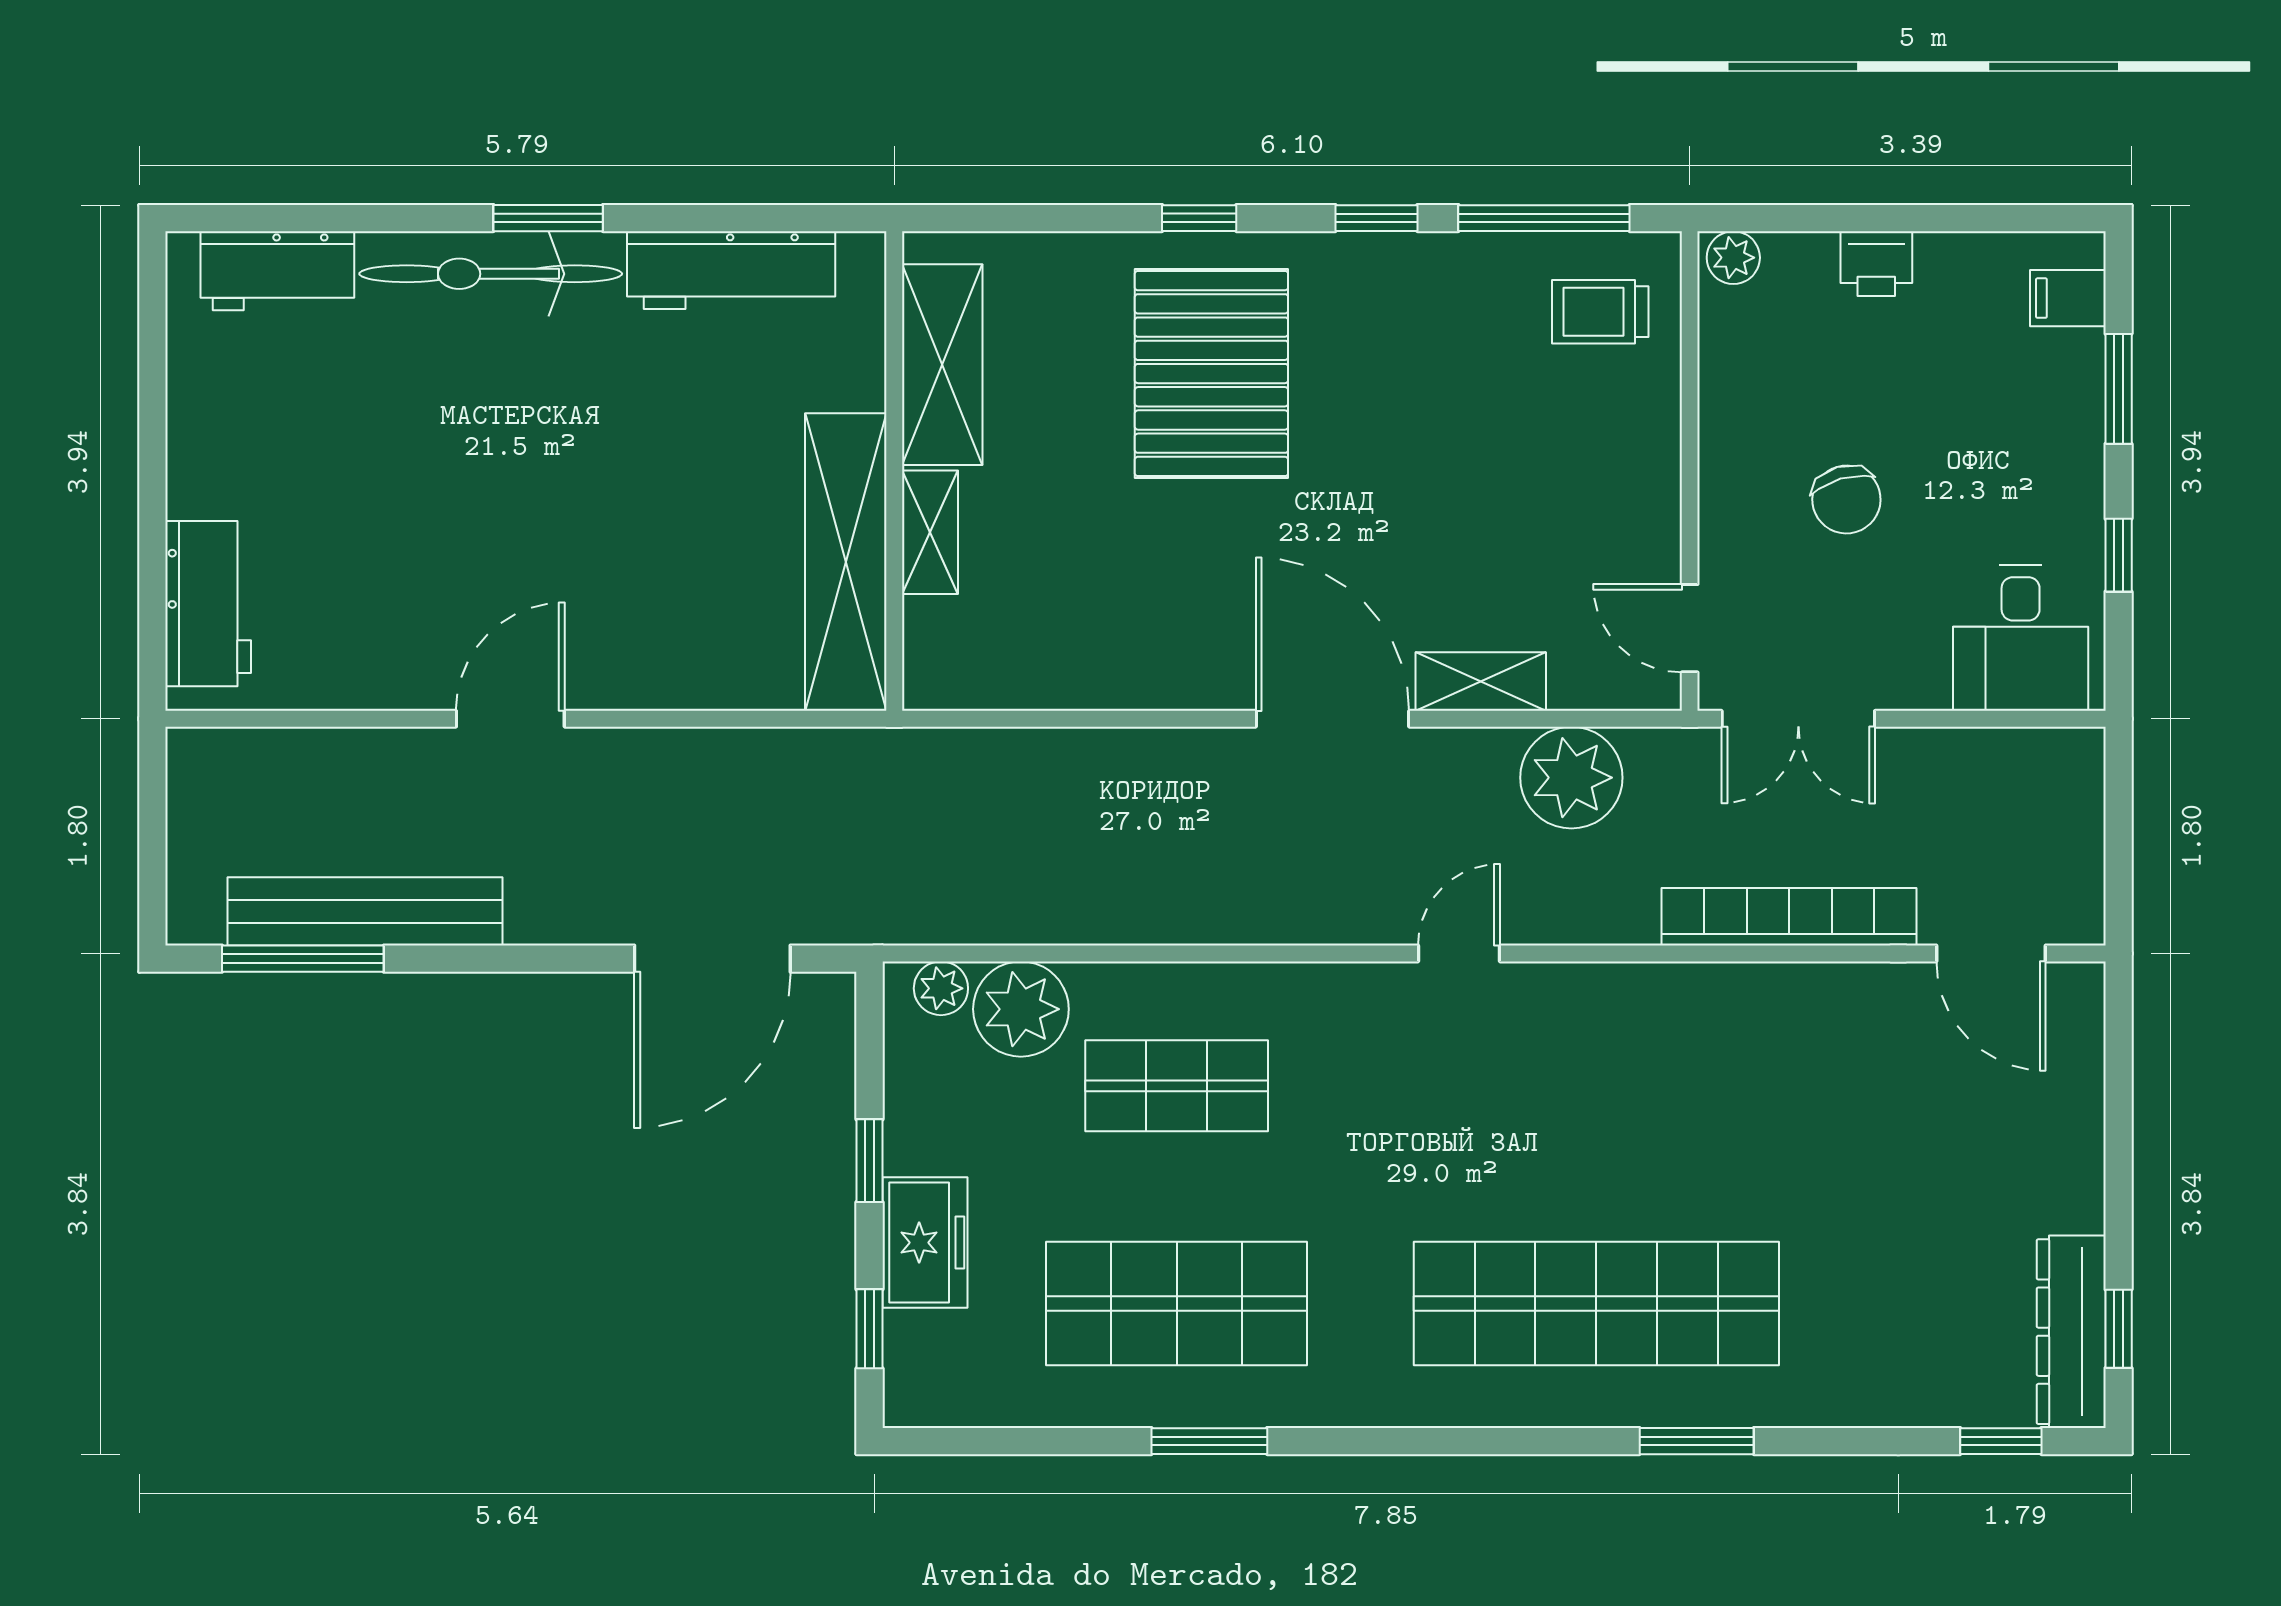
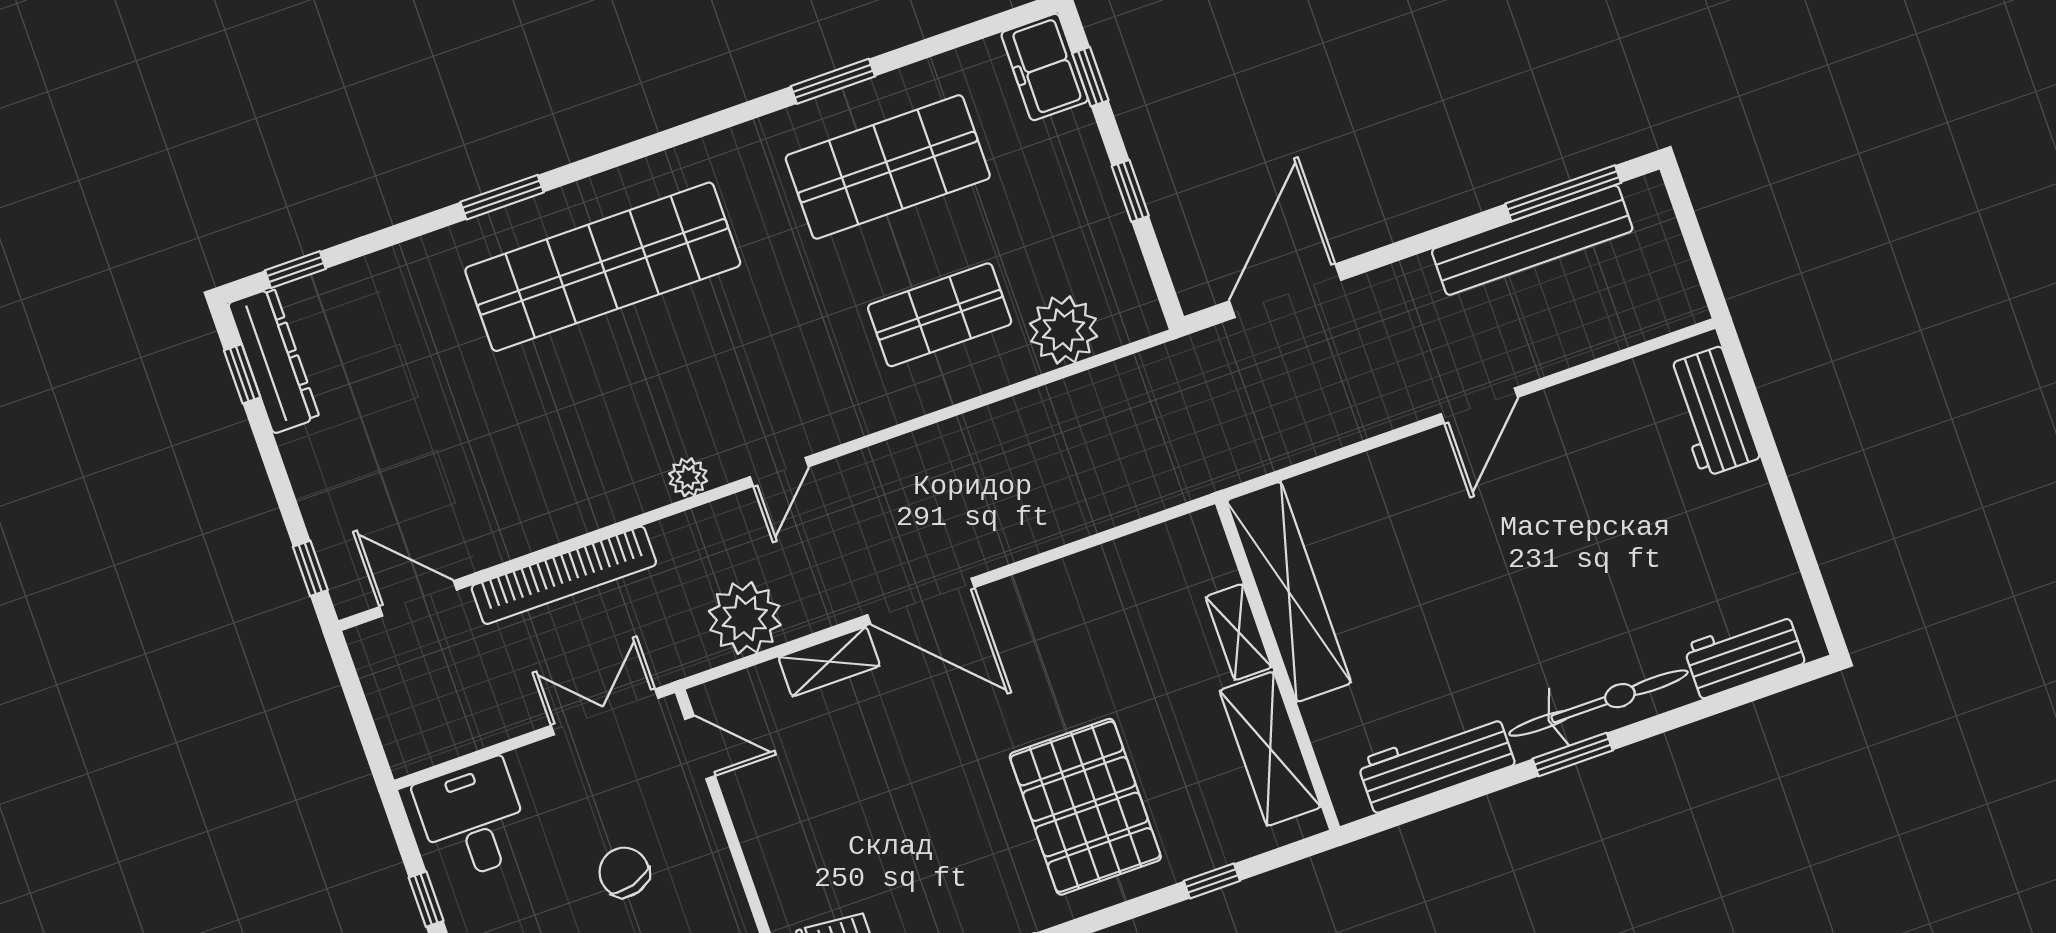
window: (1199, 218) -> (1212, 881), moved
plant: (941, 988) -> (688, 477), moved
window: (2119, 1042) -> (310, 568), added
freezer: (925, 1243) -> (1045, 67), moved

